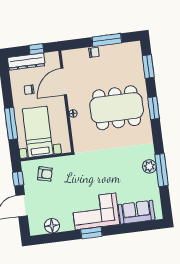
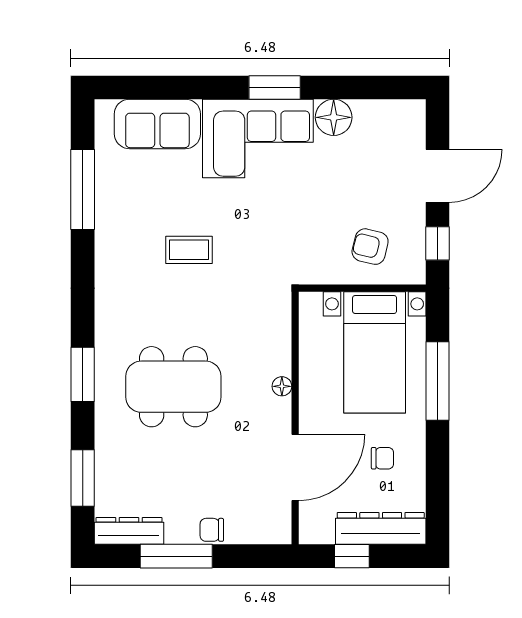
dresser: (127, 48) -> (129, 531), added
dining table: (117, 108) -> (173, 387), width x0.73, depth x0.80
coffee table: (117, 163) -> (189, 250), added
plant: (149, 166) -> (111, 232), removed
window: (162, 170) -> (83, 190), moved
floor lamp: (52, 226) -> (334, 117), moved

